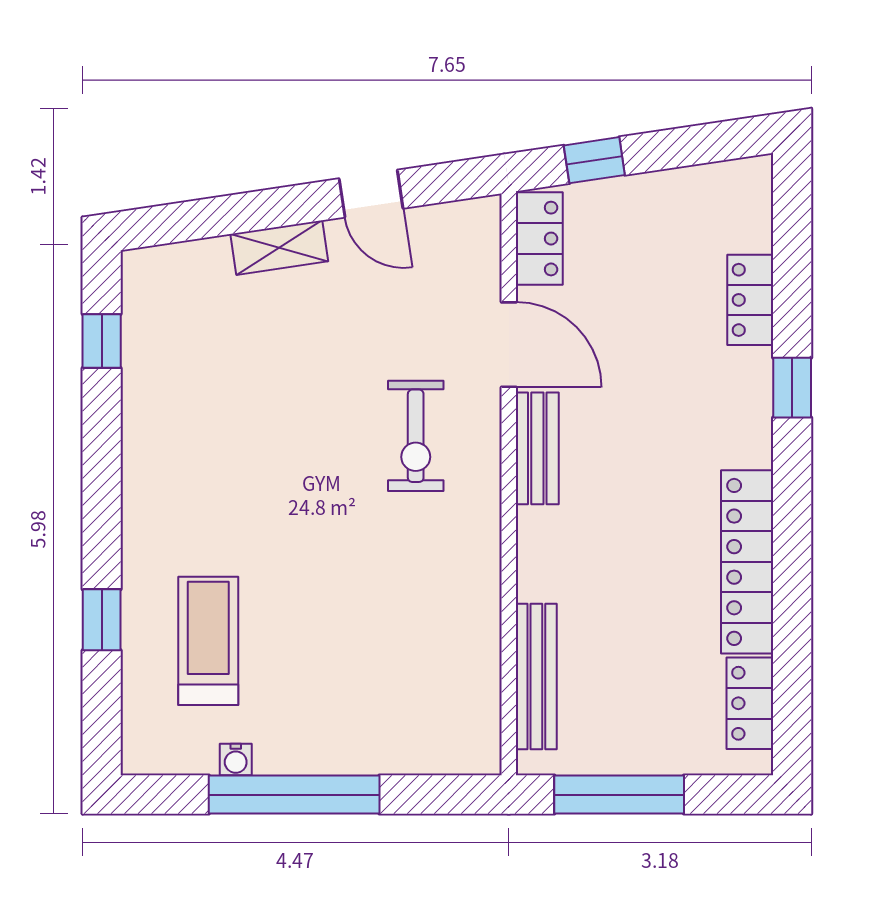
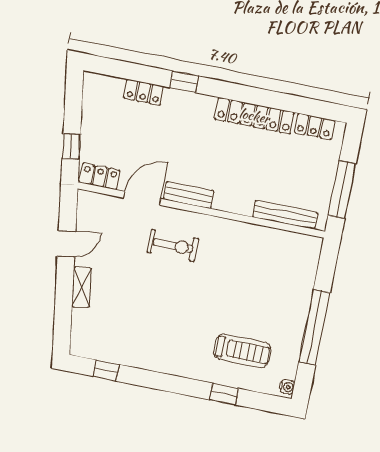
treadmill: (208, 641) -> (242, 351), turned 180
water cooler: (236, 760) -> (287, 387), moved

